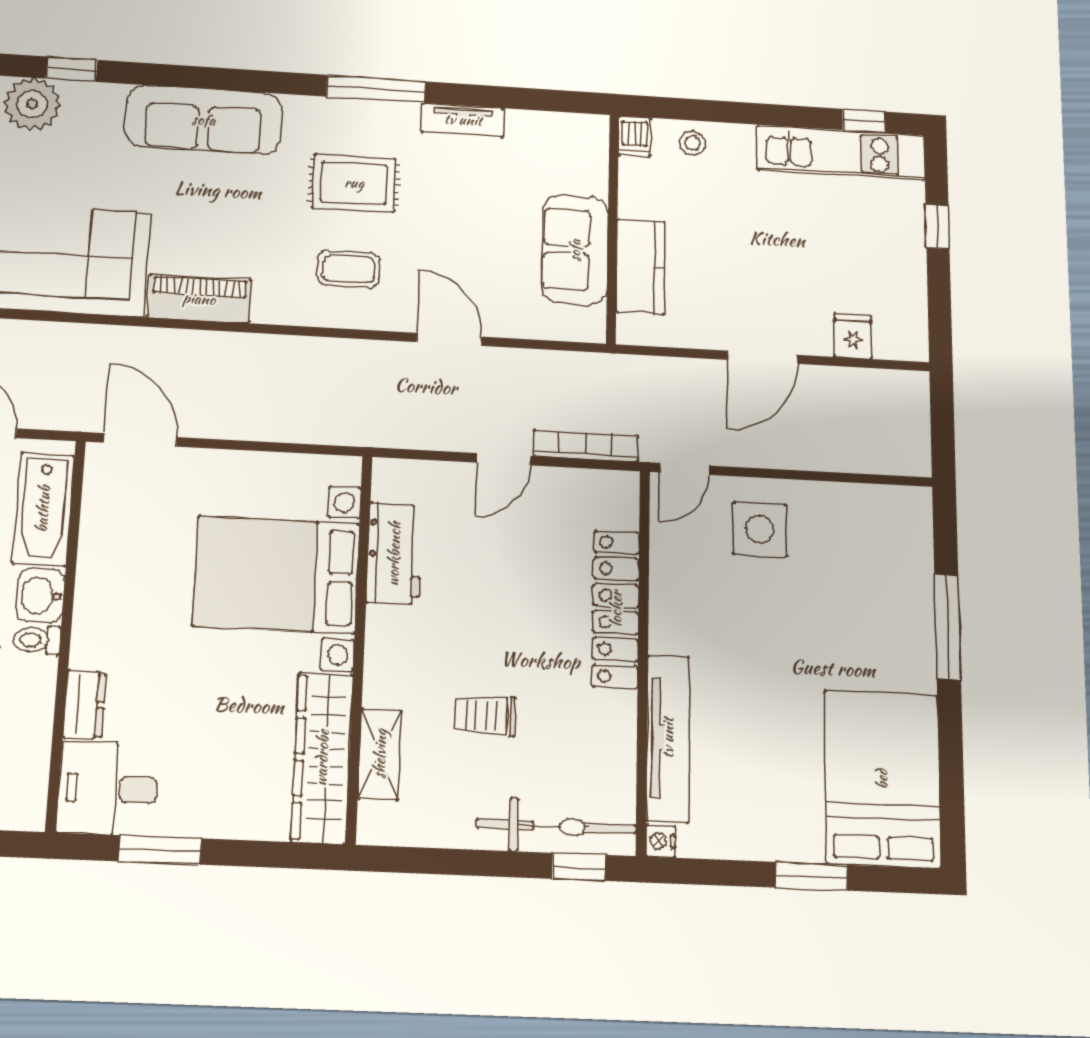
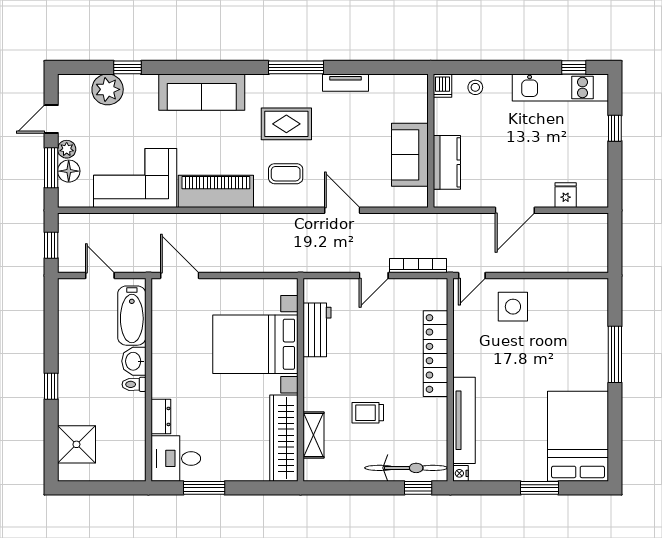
piano: (199, 299) -> (216, 191), width x1.37, depth x1.33

